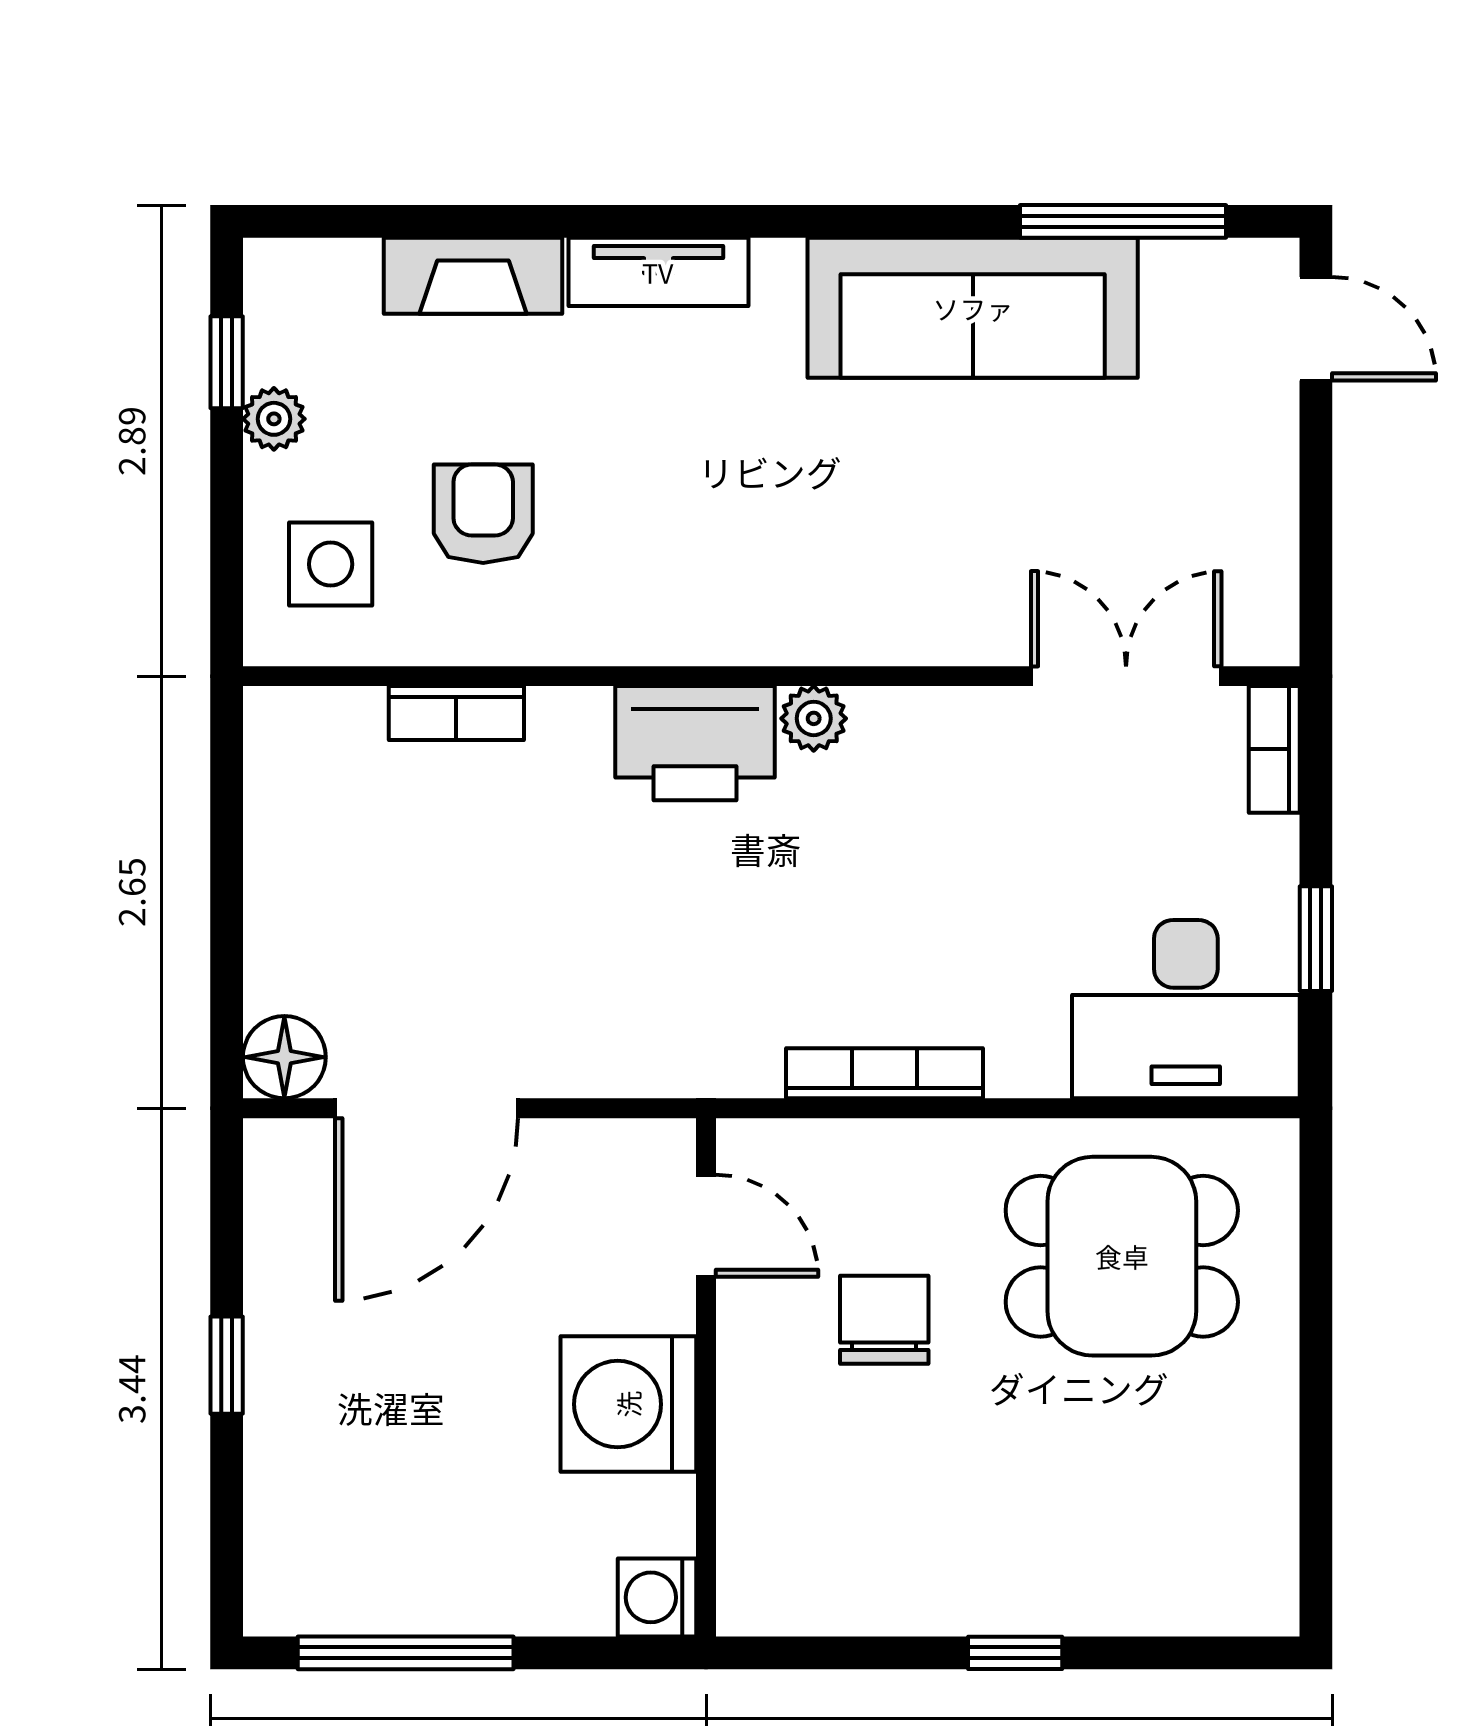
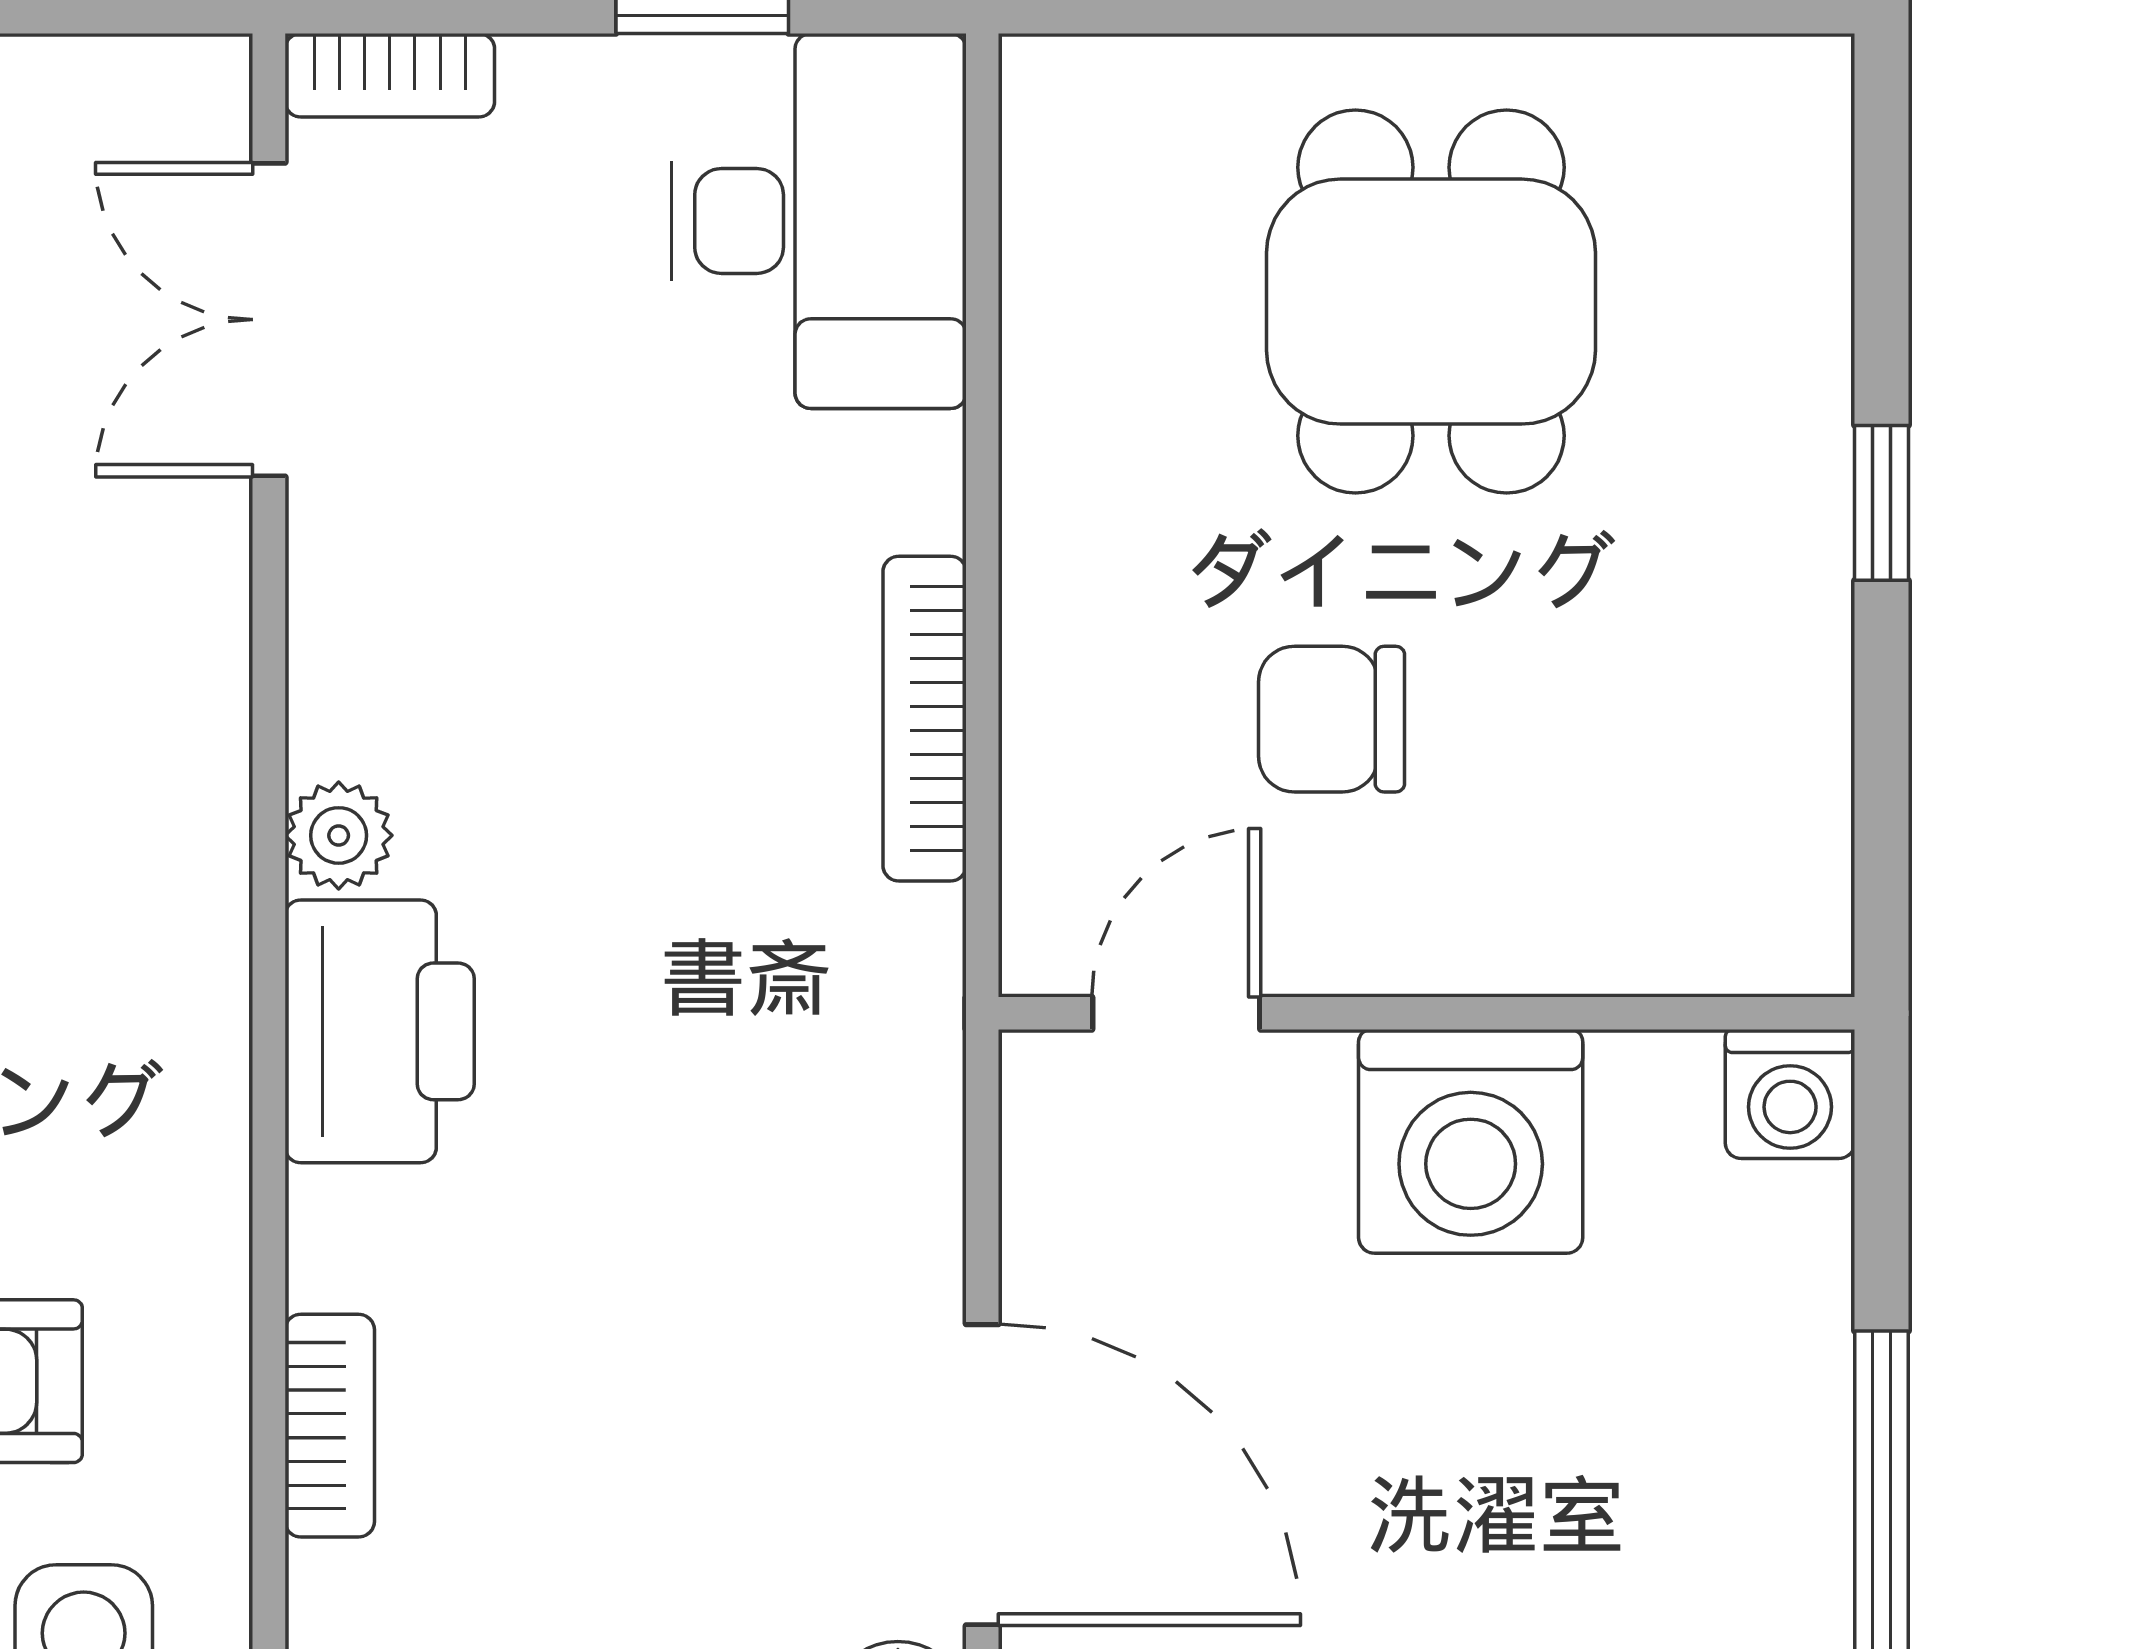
dining table: (1122, 1256) -> (1431, 302), moved

